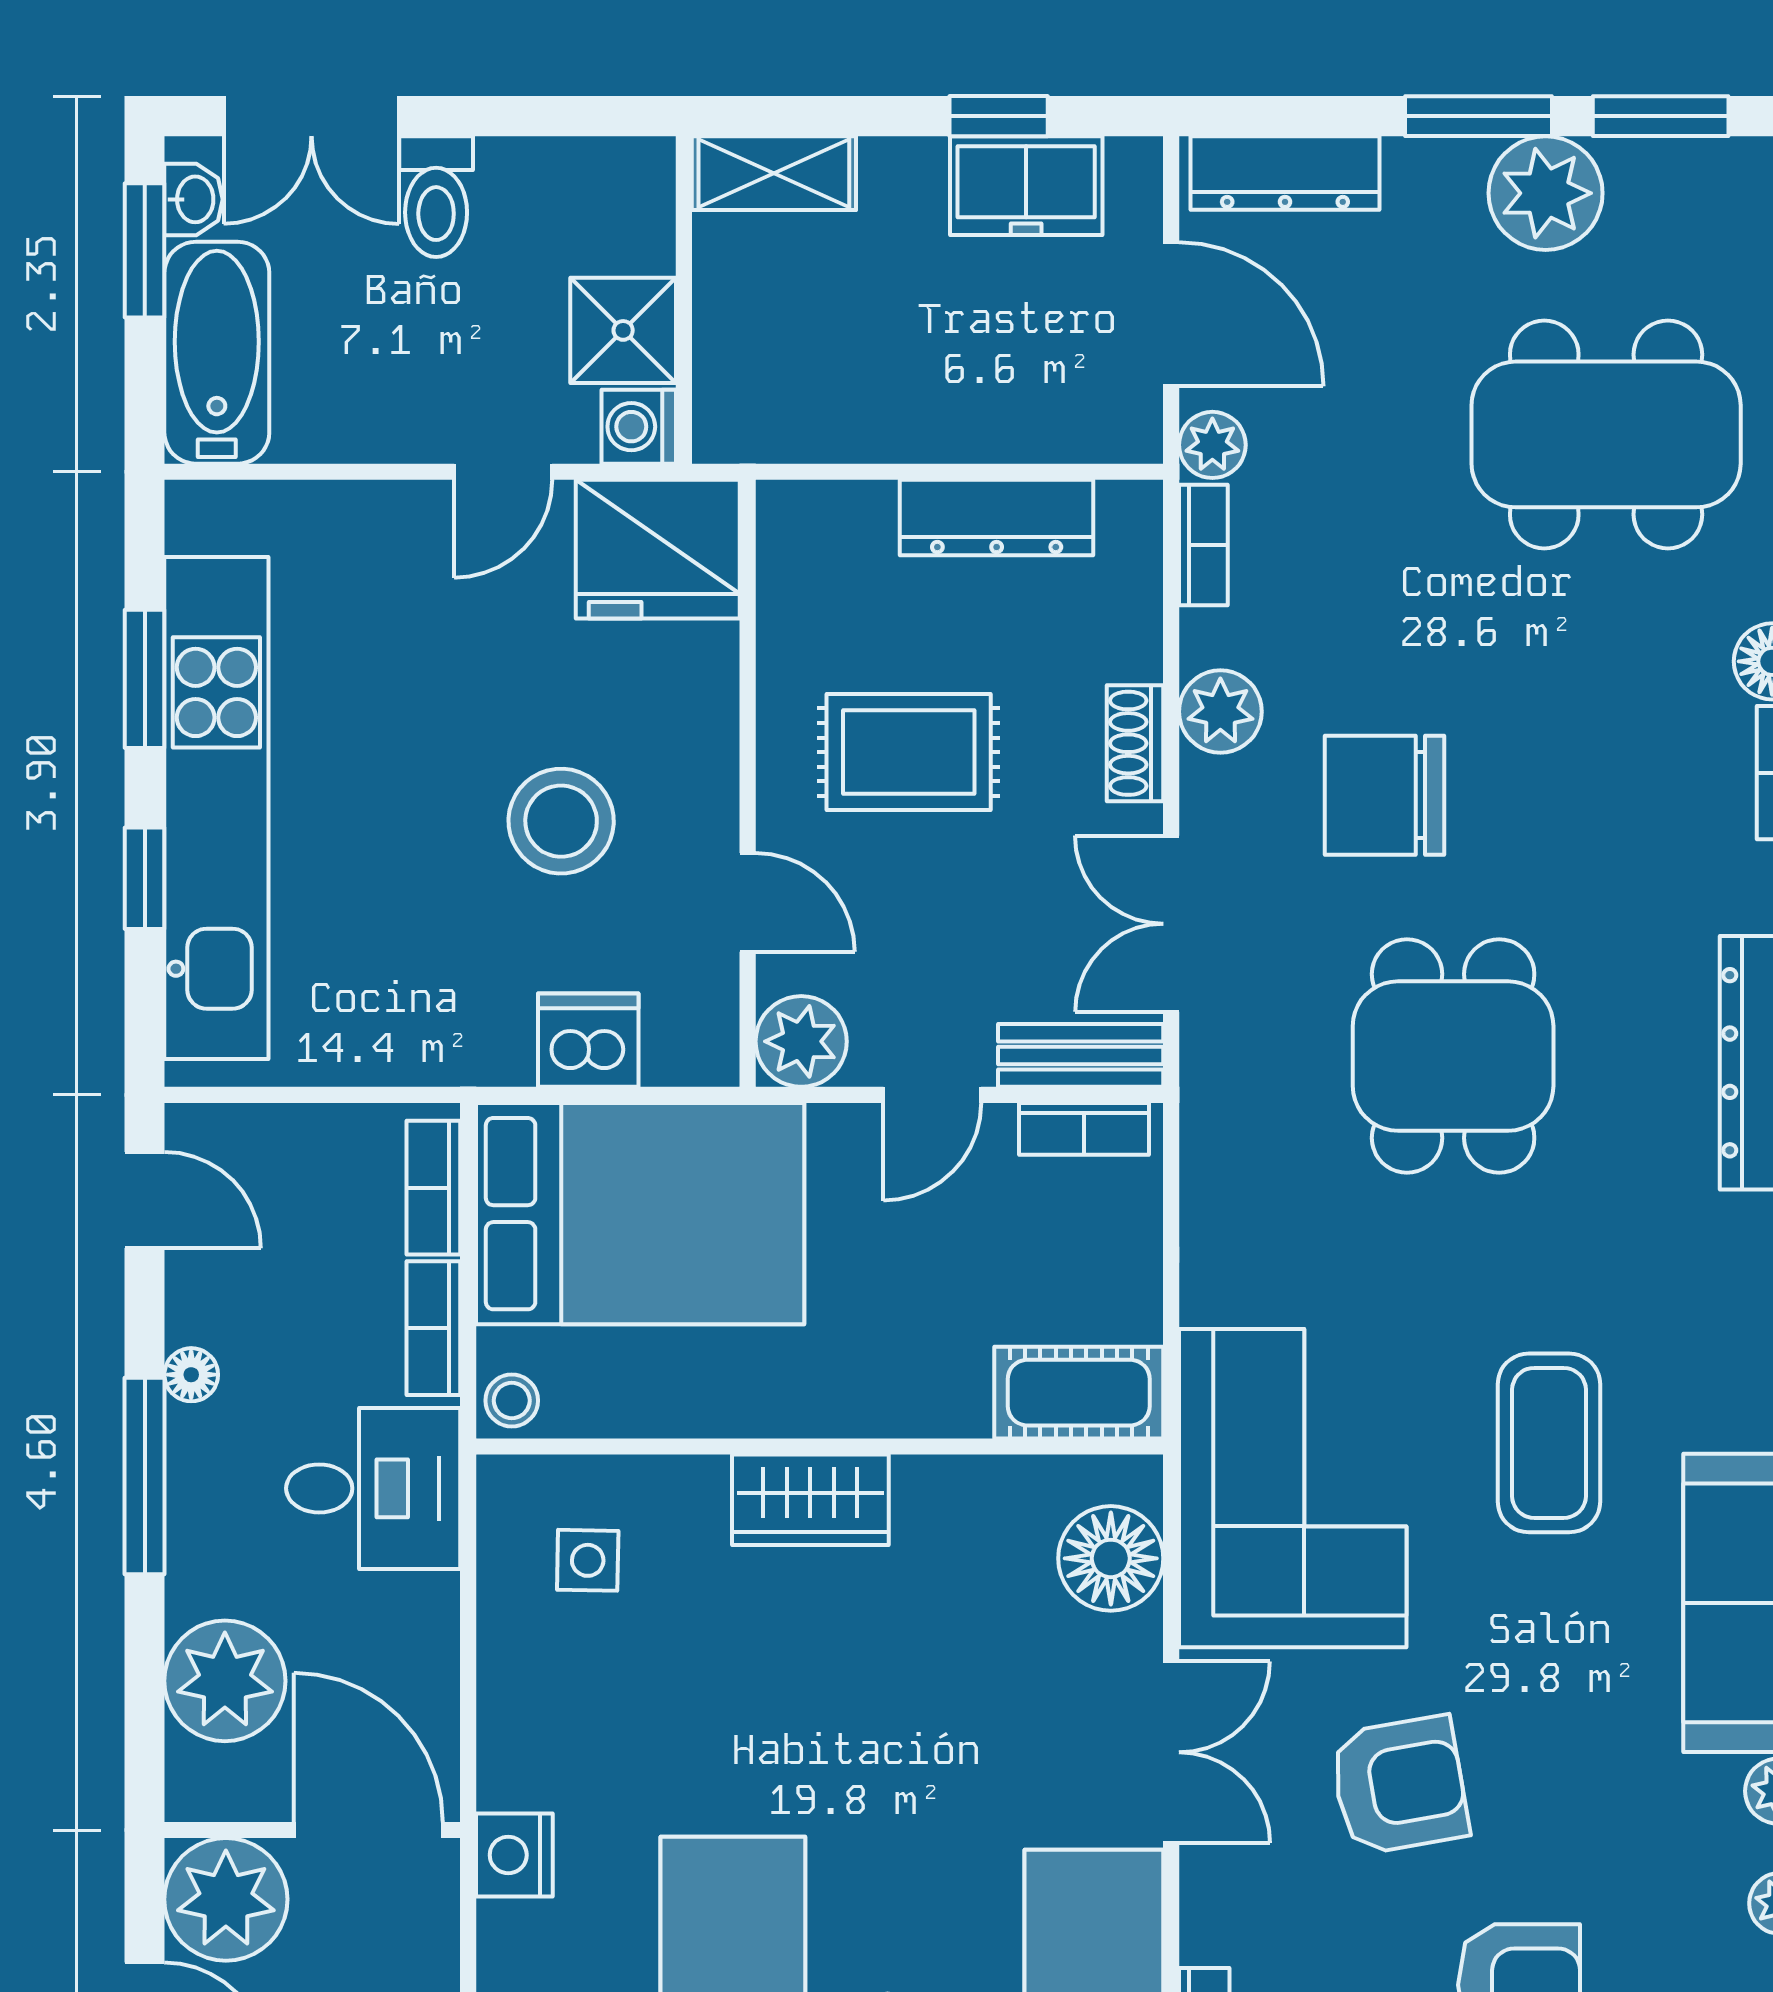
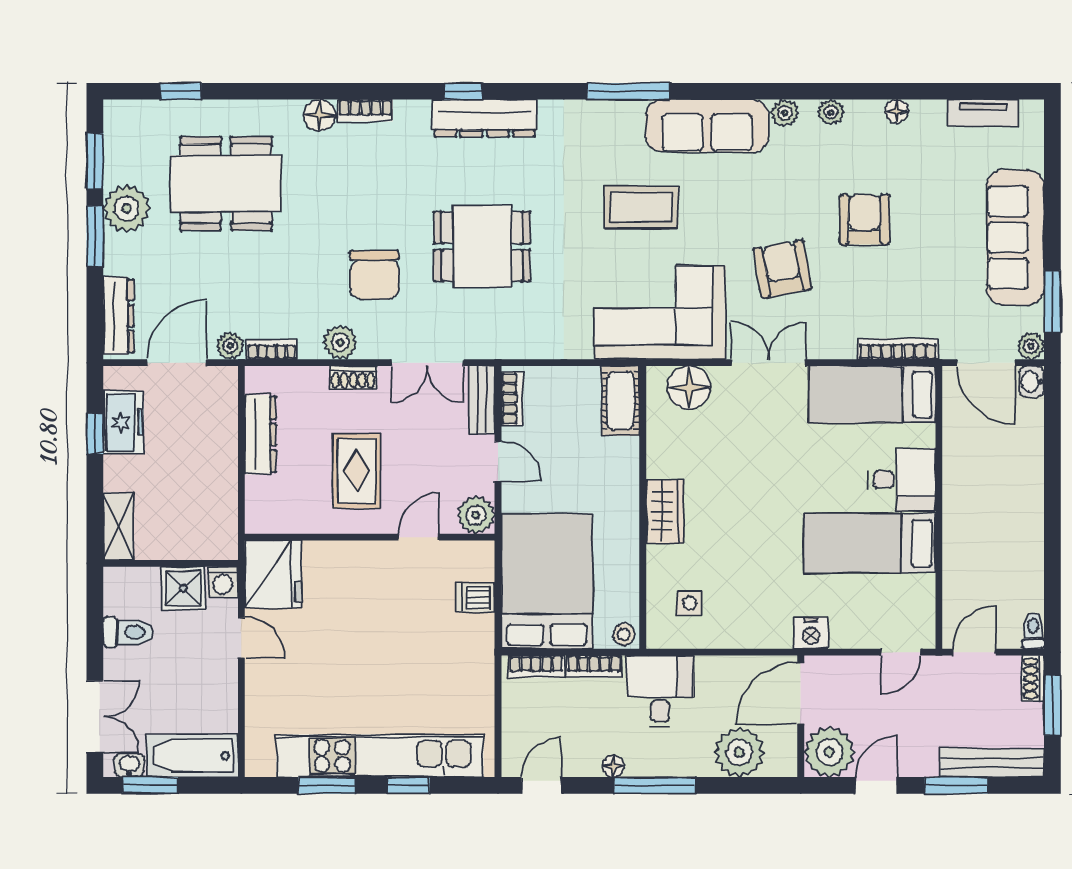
toilet: (436, 197) -> (128, 632), moved
dining table: (1606, 434) -> (226, 184), turned 90
stool: (561, 821) -> (385, 614), removed
dishwasher: (588, 1040) -> (475, 597), width x0.73

